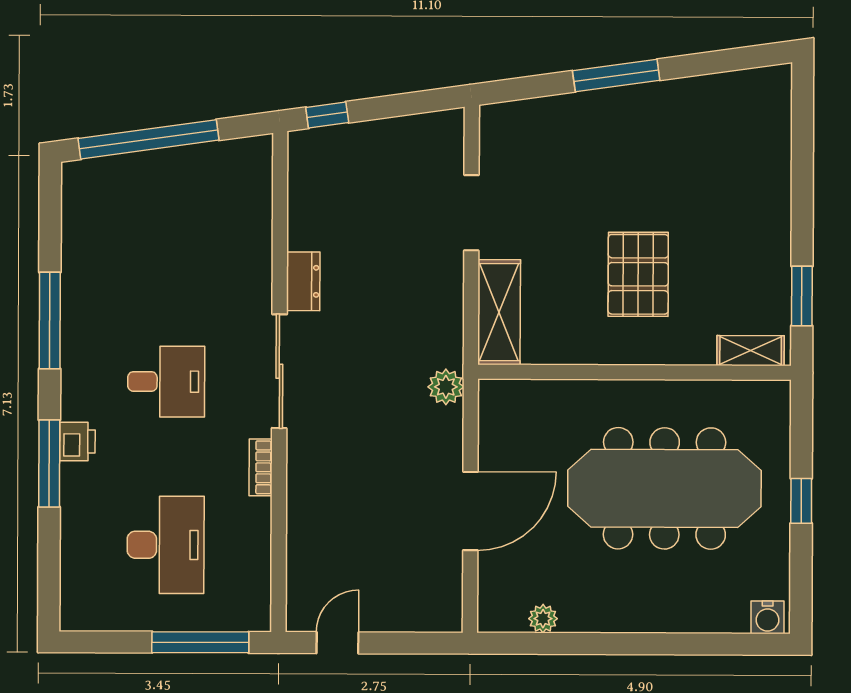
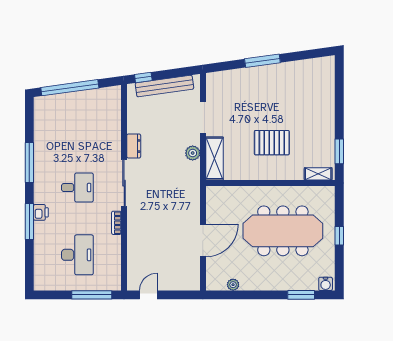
bench: (378, 136) -> (164, 86), added
pallet: (638, 274) -> (272, 143), turned 90
plant: (446, 387) -> (193, 153), moved
window: (708, 644) -> (301, 295), added

